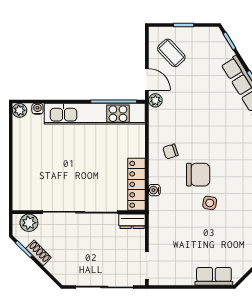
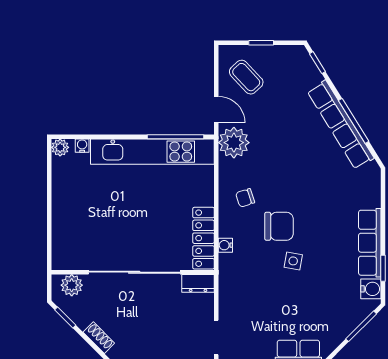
plant: (155, 100) -> (234, 143), width x1.87, depth x1.87
shoe rack: (39, 253) -> (99, 338), moved

